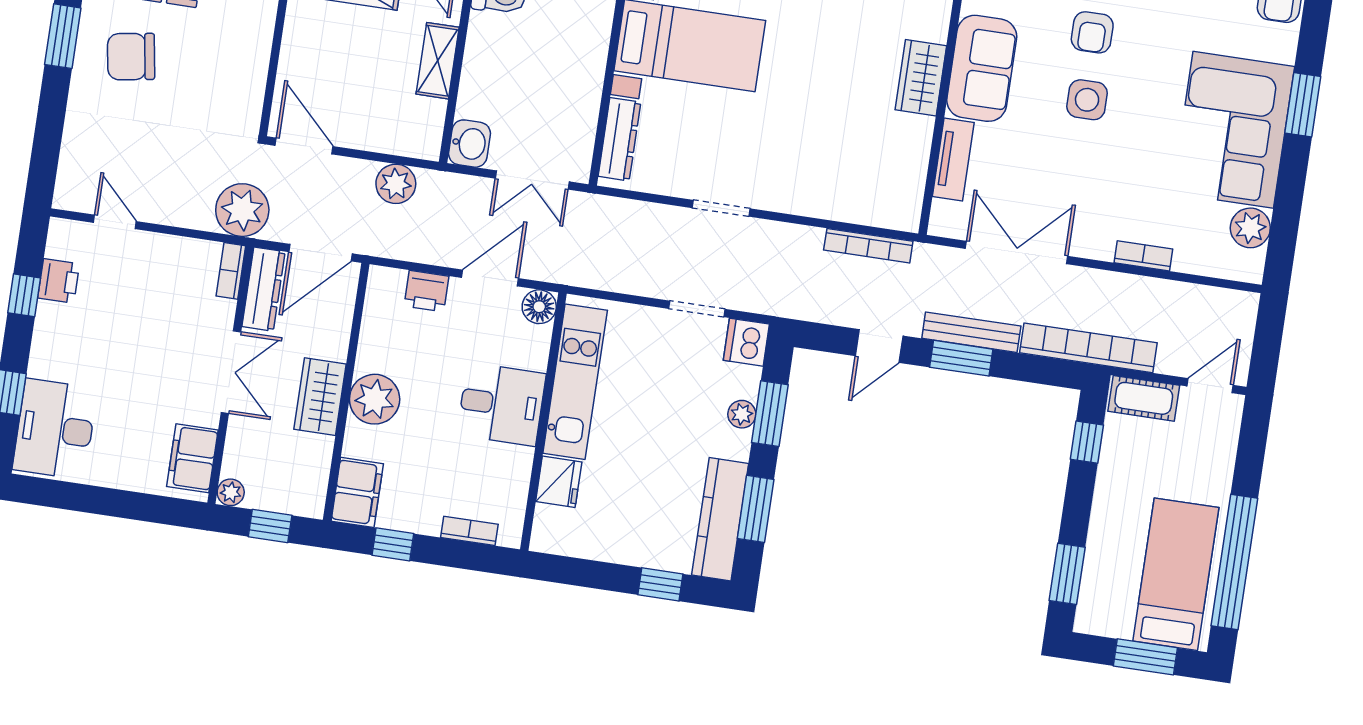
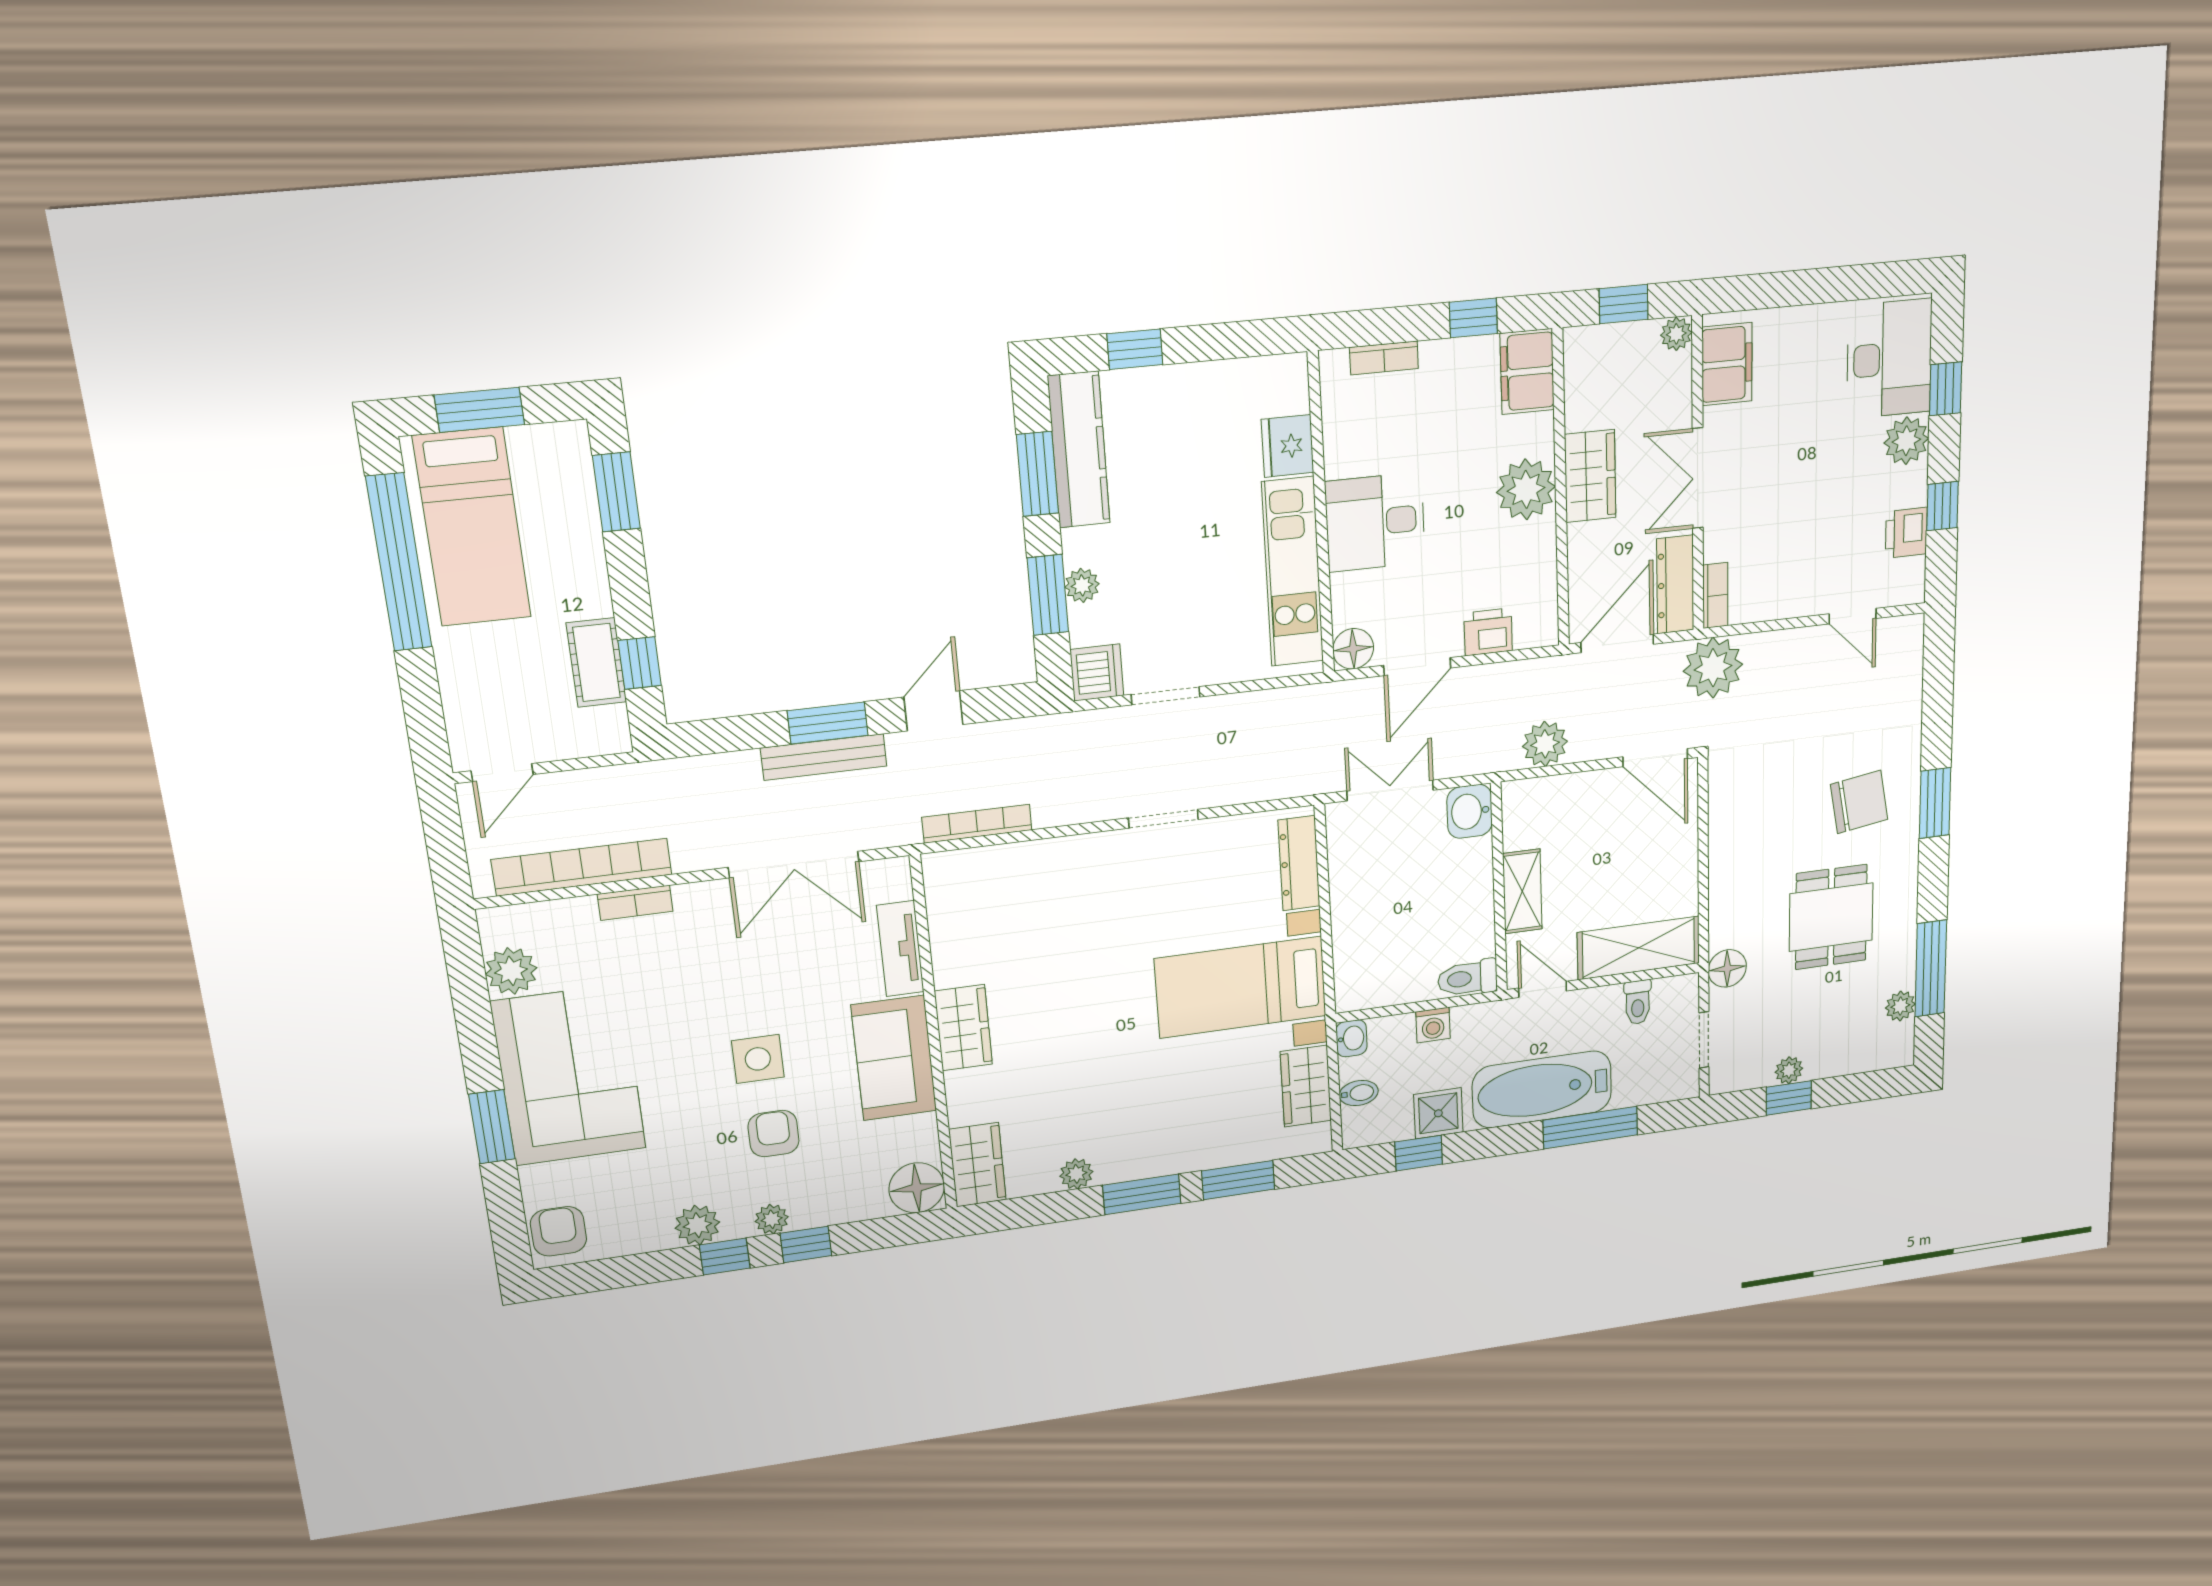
bookcase: (1088, 348) -> (582, 867), moved, turned 180
plant: (49, 358) -> (1906, 441), added
cot: (1144, 398) -> (596, 663), moved, turned 90

